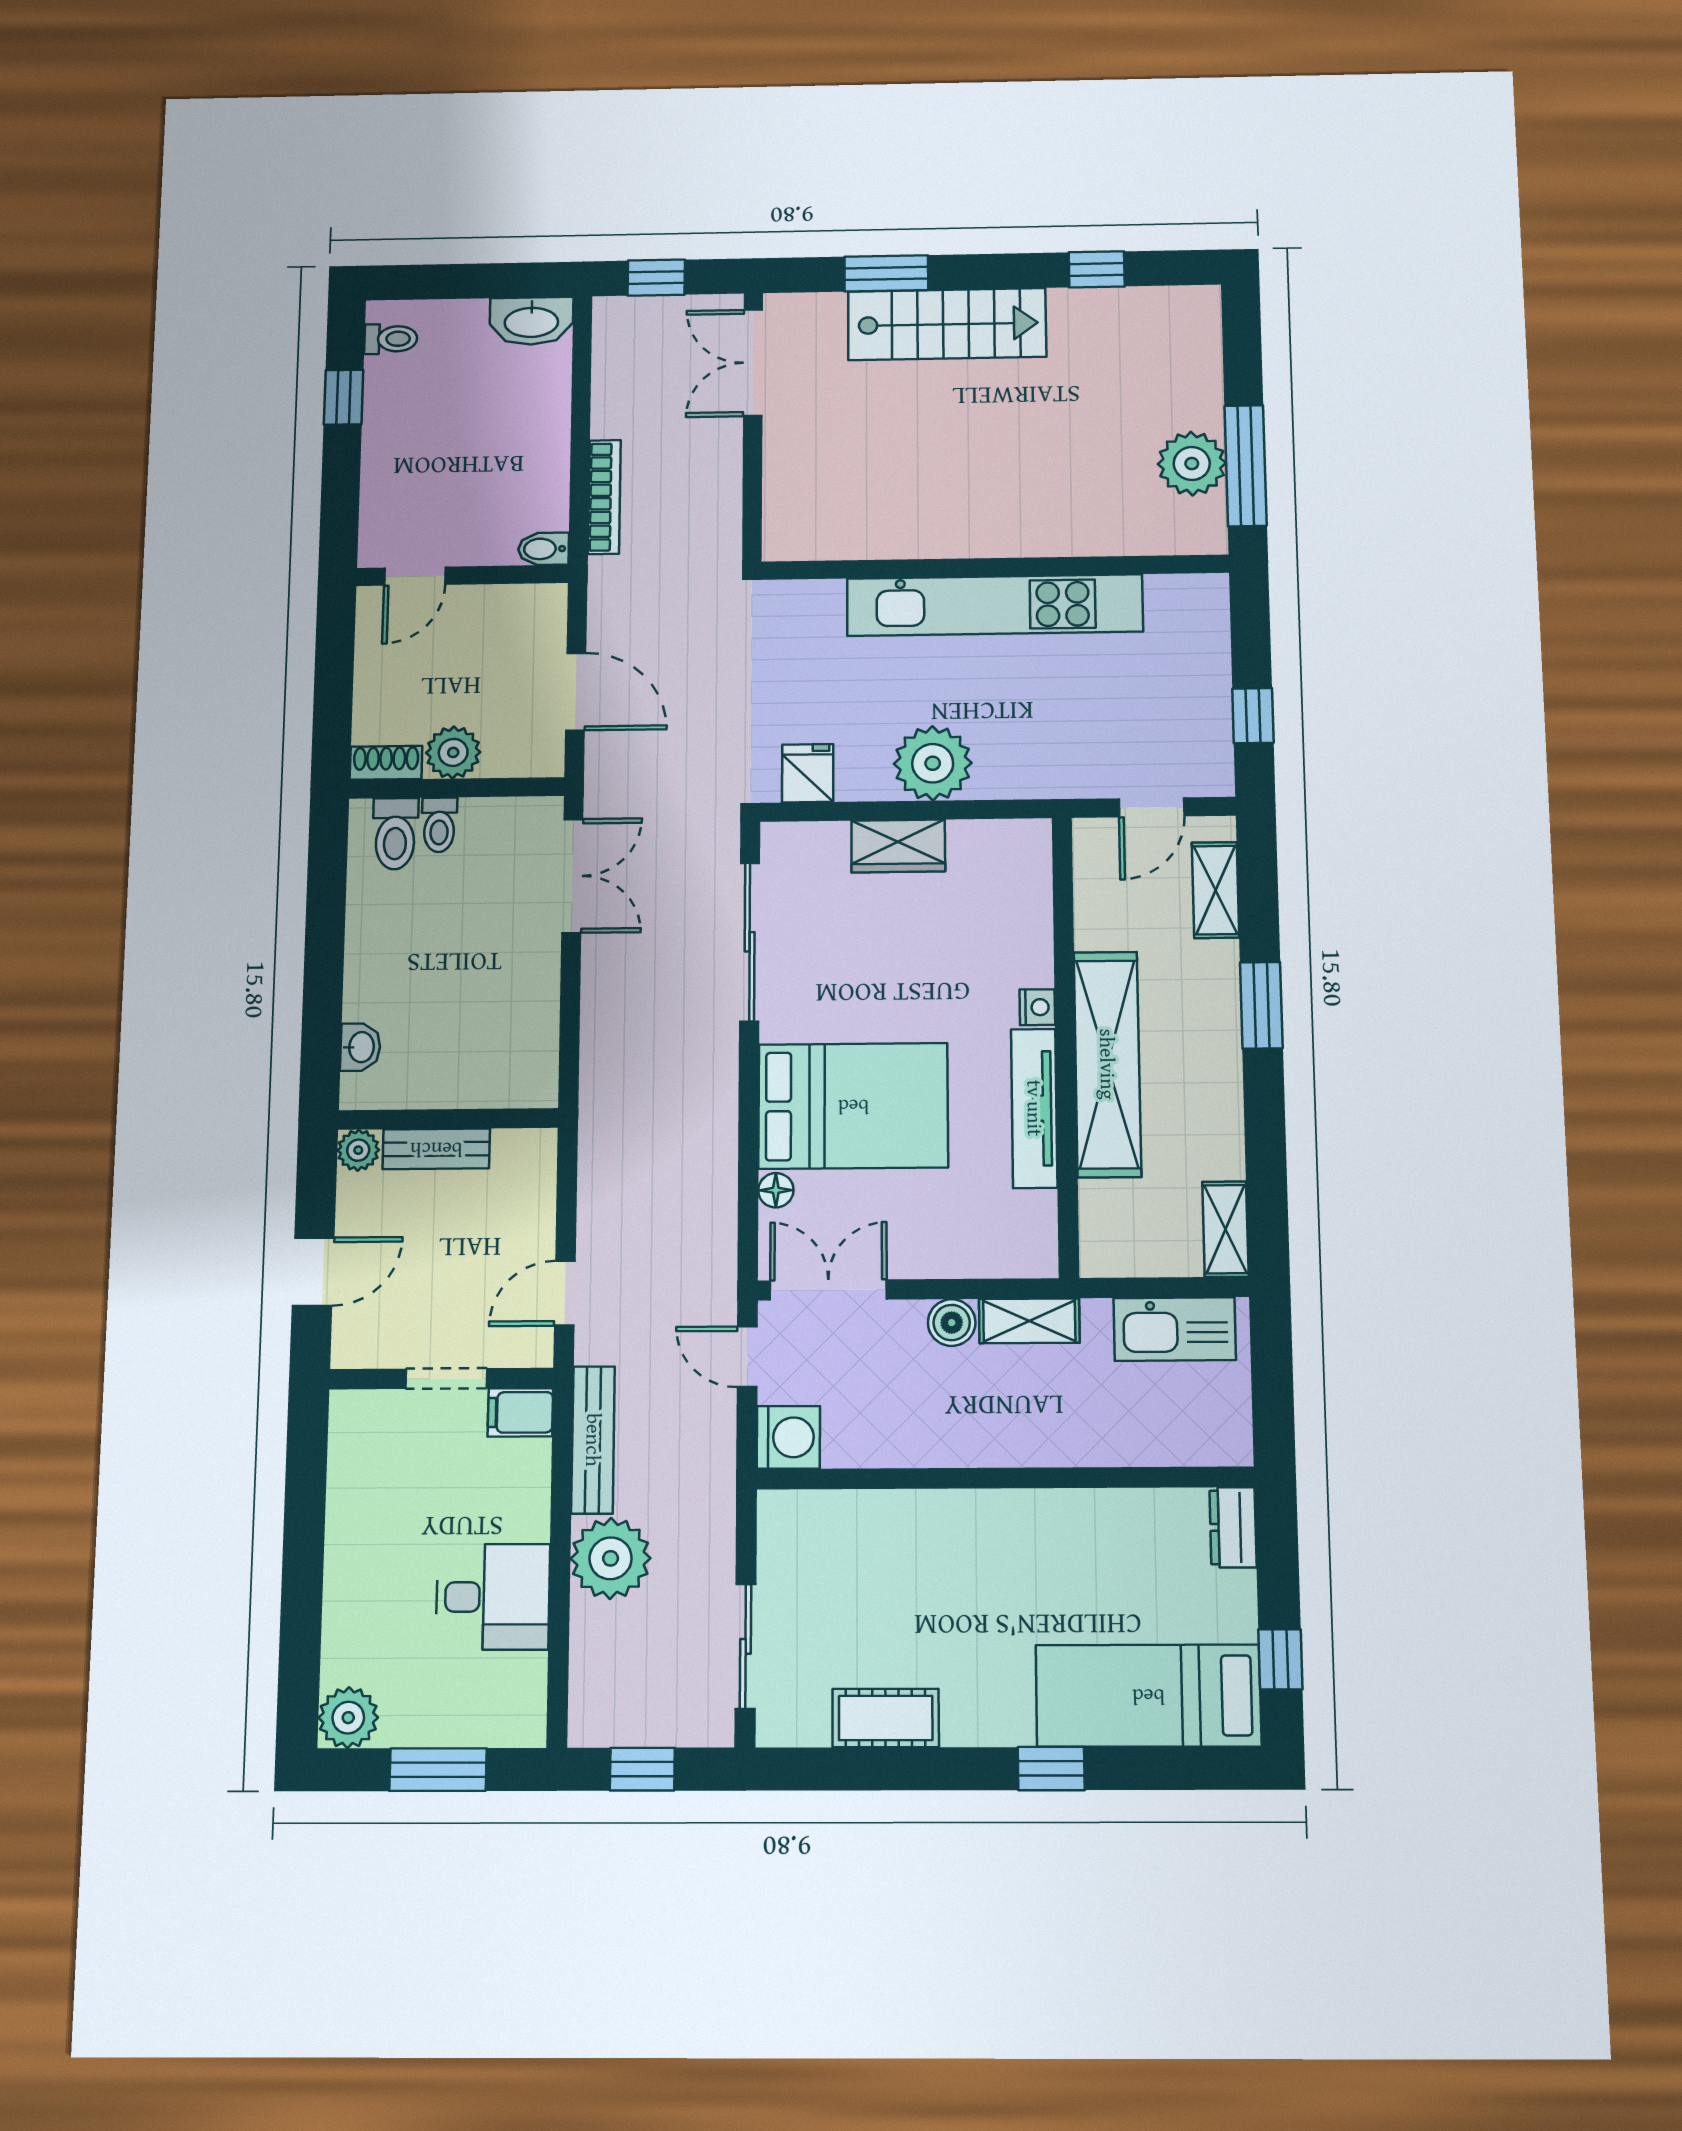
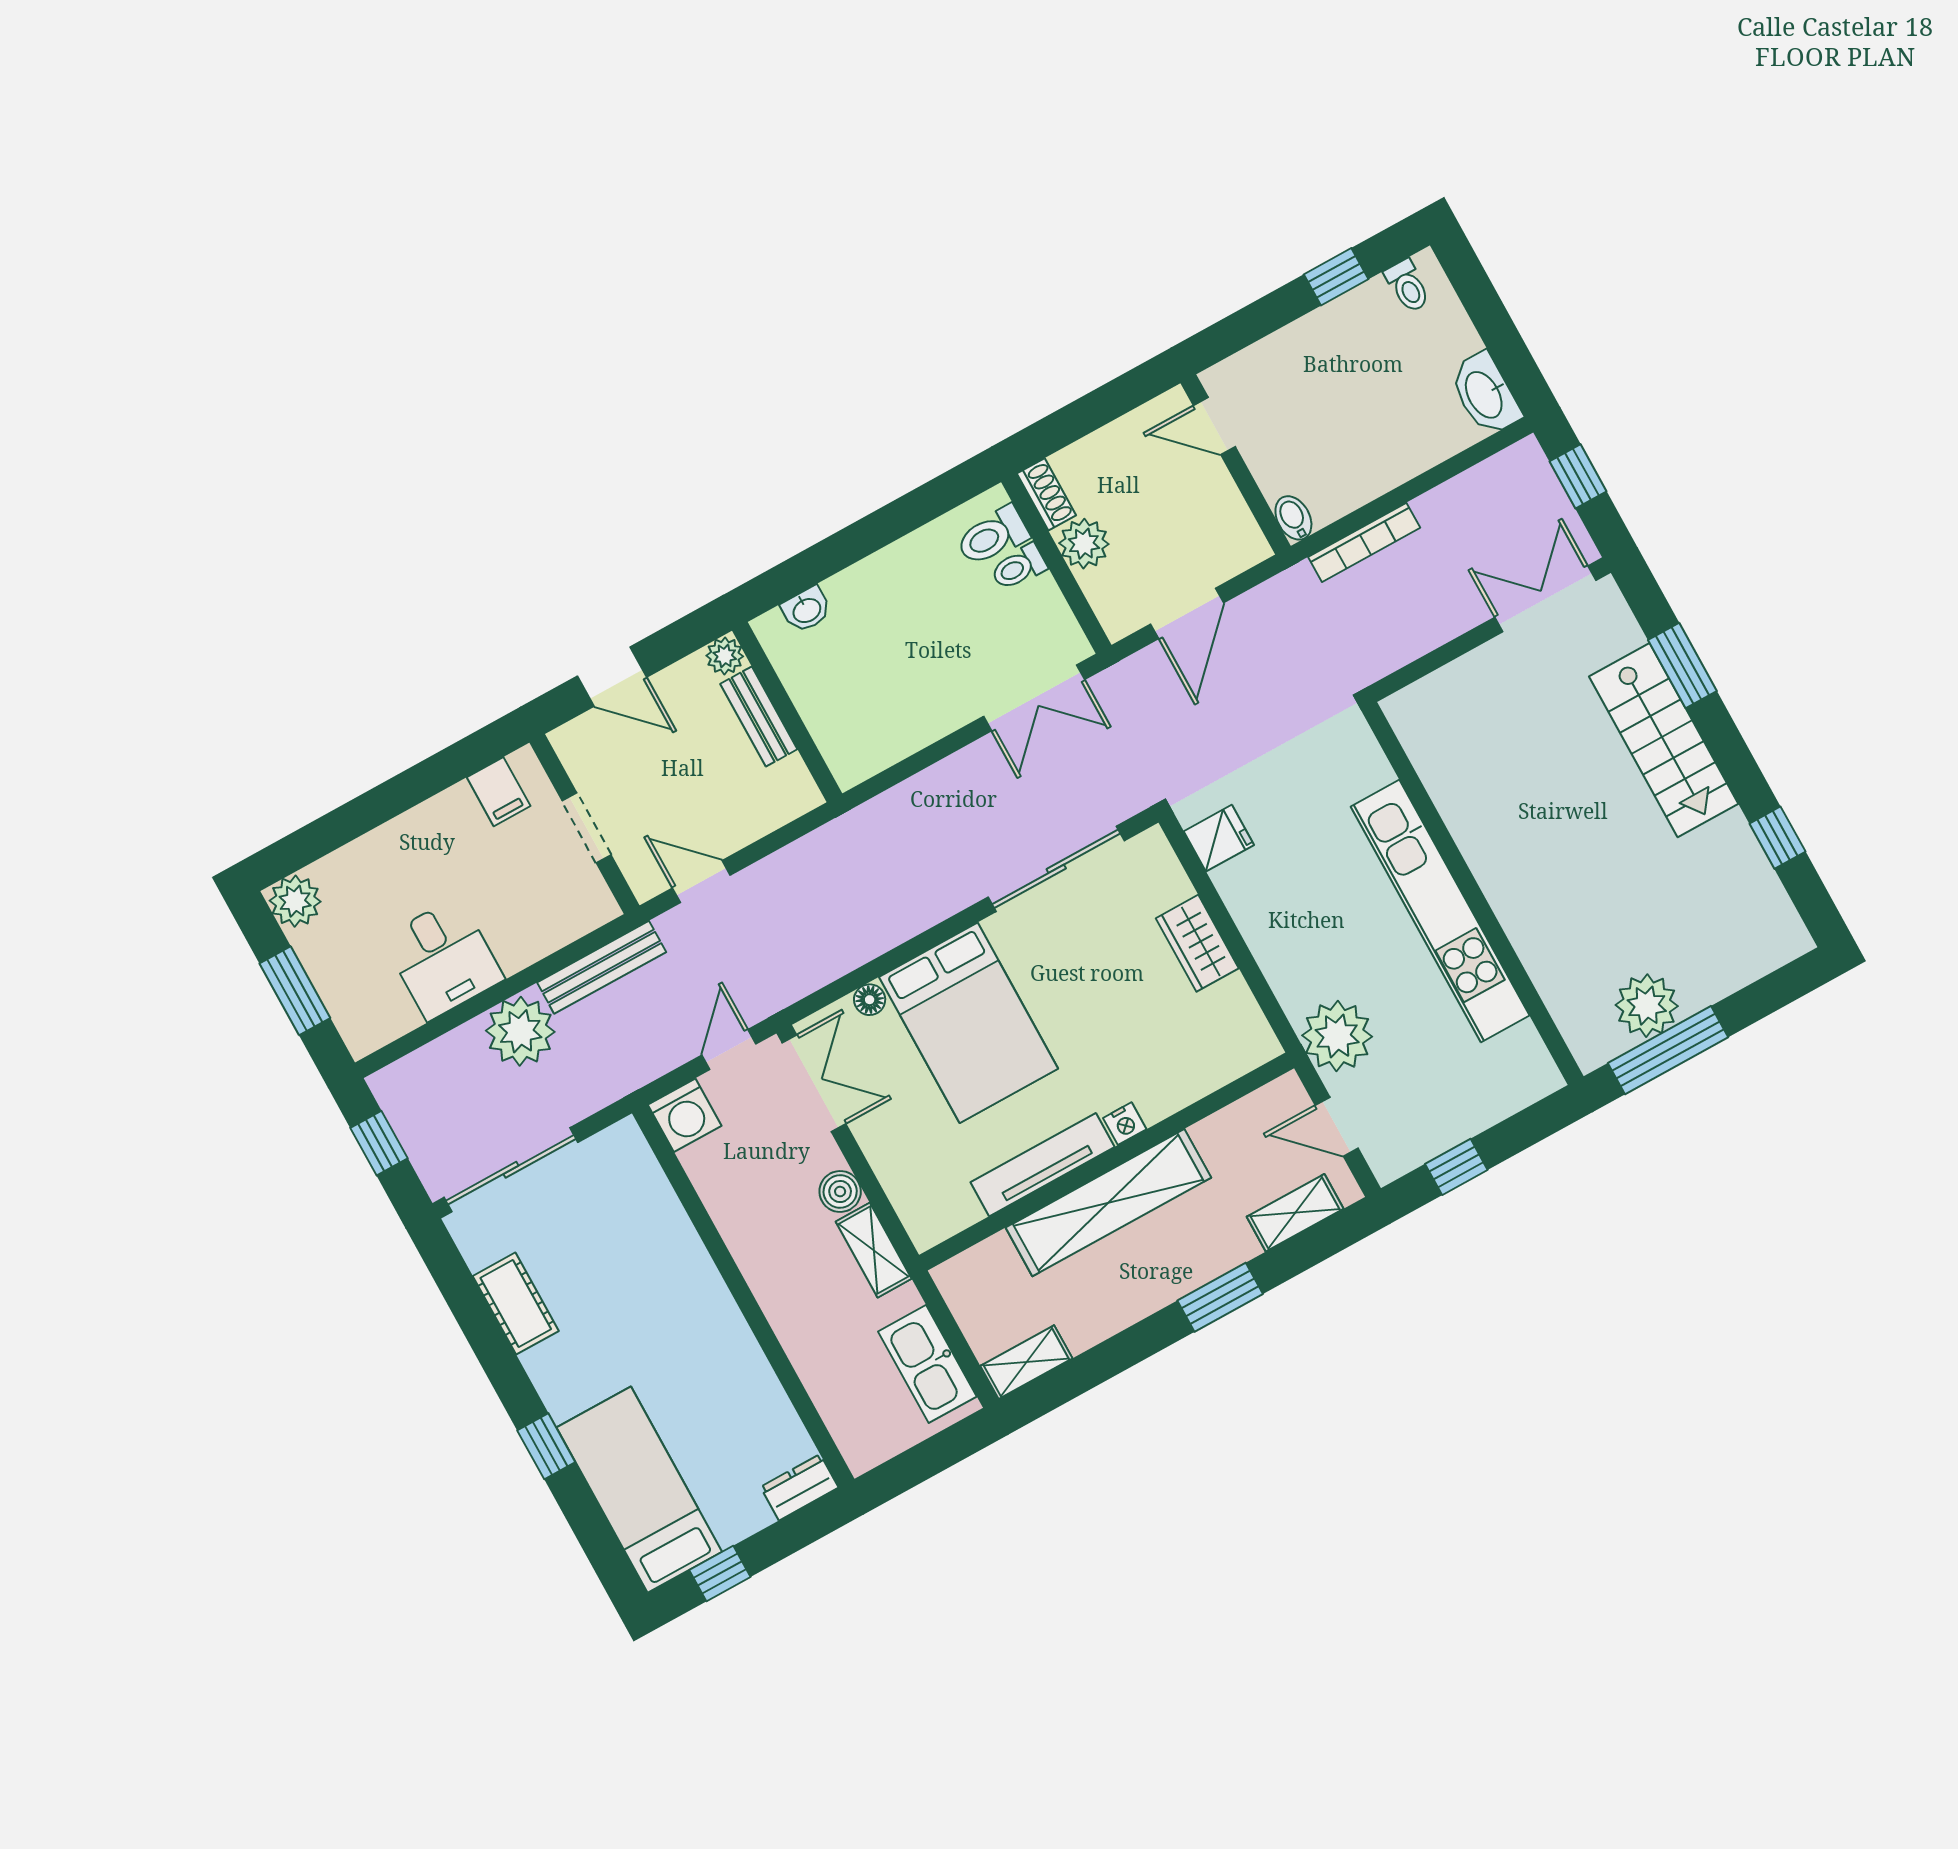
plant: (933, 763) -> (1337, 1036), moved
filing cabinet: (520, 1412) -> (499, 792), moved, turned 180
sliding door: (746, 1646) -> (511, 1170), width x1.37

